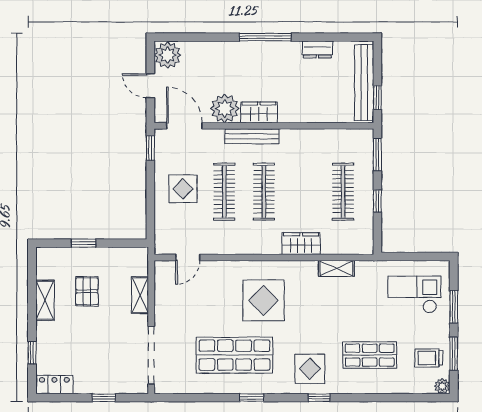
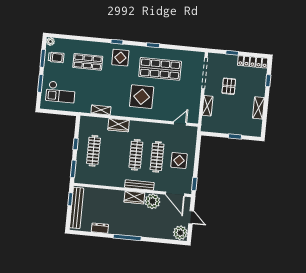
pallet: (87, 291) -> (229, 86), moved
locker: (54, 385) -> (253, 62), width x1.53

